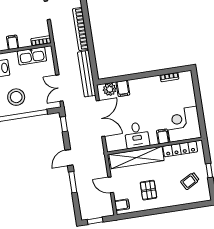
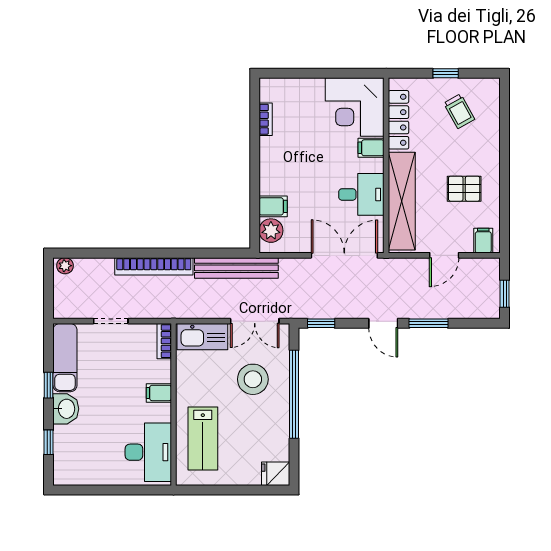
kitchen sink: (32, 56) -> (202, 337), moved, turned 90
stool: (16, 97) -> (253, 379), moved
double door: (100, 118) -> (344, 255), moved

